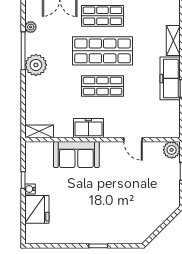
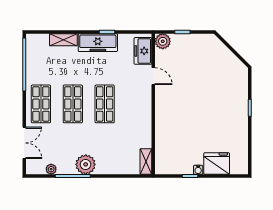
shop shelf: (103, 51) -> (73, 104), width x0.70, depth x0.74
freezer: (88, 128) -> (143, 51), moved
door: (133, 140) -> (153, 76), hinge flipped
sofa: (76, 155) -> (167, 128), removed

